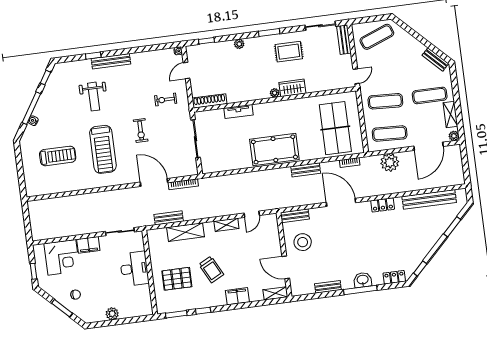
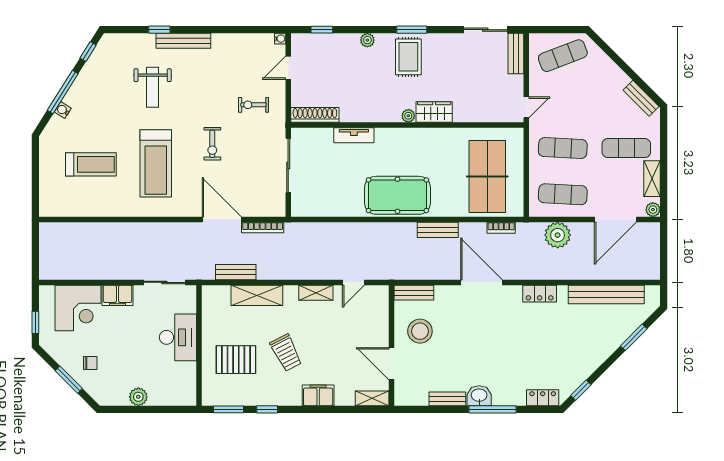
rug: (289, 52) -> (408, 57), moved, turned 90
washbasin: (363, 280) -> (479, 396), moved

